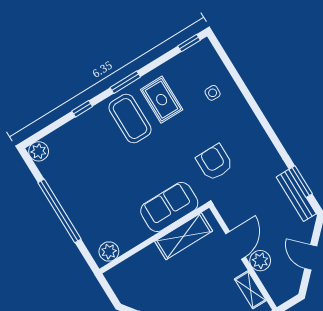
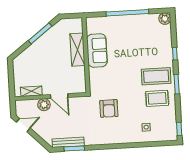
armchair: (215, 162) -> (109, 108), turned 90
sofa: (169, 207) -> (97, 50), moved
shelving: (184, 236) -> (77, 50), moved
plant: (109, 252) -> (92, 27), removed
door: (311, 257) -> (23, 125), moved

